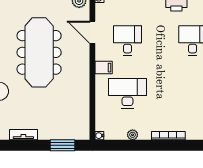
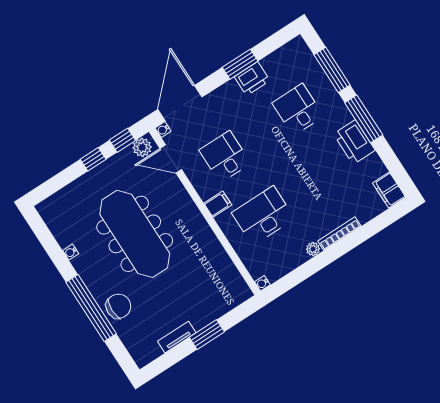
door: (92, 32) -> (171, 159), moved
plant: (133, 135) -> (313, 249), moved
window: (63, 145) -> (207, 335), moved

